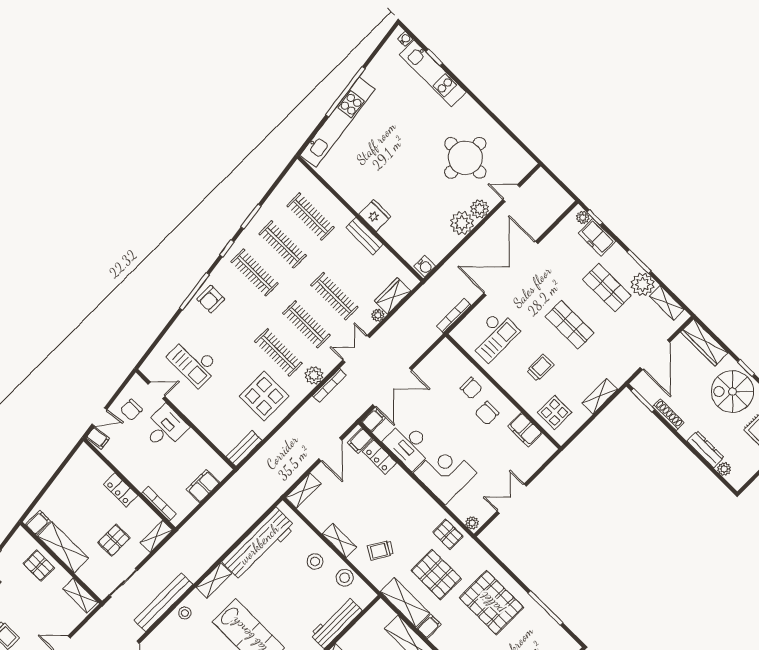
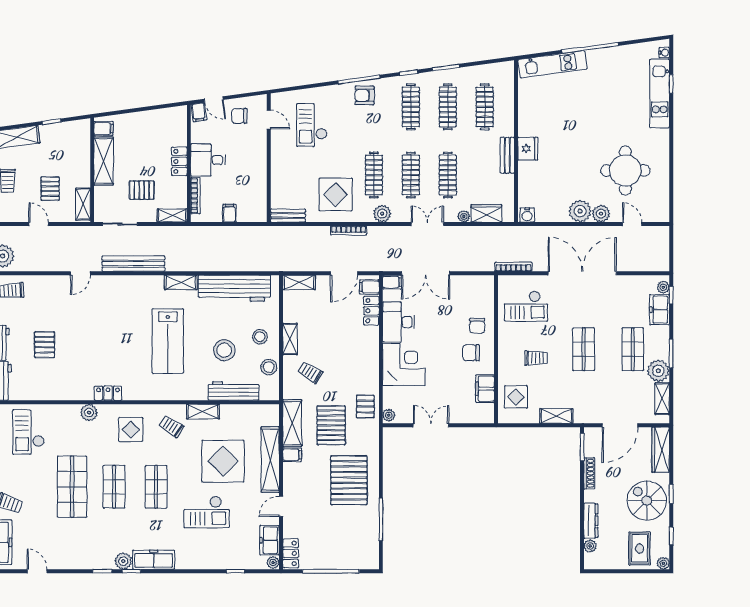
kitchen unit: (337, 122) -> (553, 64), width x0.73
bookcase: (329, 386) -> (349, 230), moved
desk: (165, 428) -> (208, 160), moved, turned 180
filing cabinet: (203, 486) -> (229, 213), width x0.50
pallet: (39, 566) -> (50, 189), moved
stool: (185, 613) -> (224, 350), moved, width x1.89, depth x1.89

